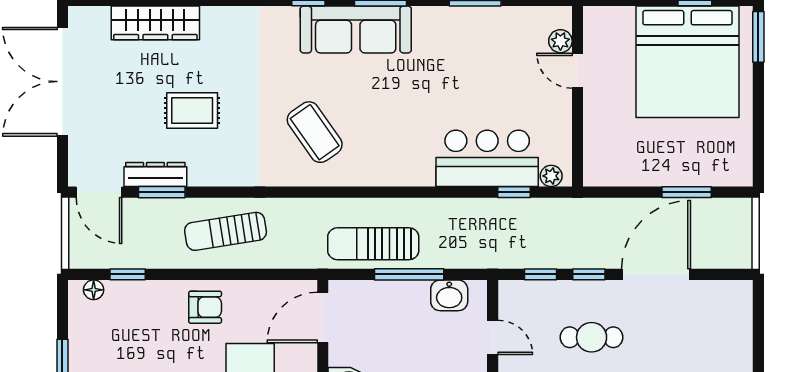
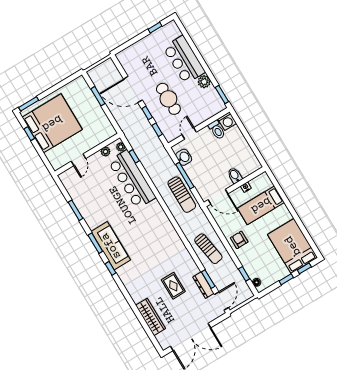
plant: (560, 41) -> (105, 152), moved
coffee table: (315, 132) -> (155, 239), removed
bar counter: (487, 158) -> (132, 179), width x1.36
cafe table: (592, 337) -> (168, 99), width x1.37, depth x1.35

